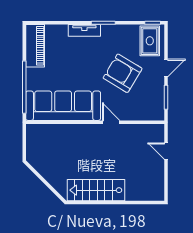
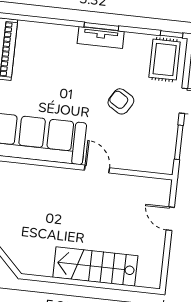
tv unit: (84, 30) -> (101, 38), moved
armchair: (123, 73) -> (121, 101), width x0.53, depth x0.53
stairs: (96, 190) -> (95, 266), moved

